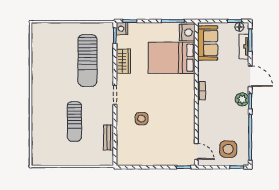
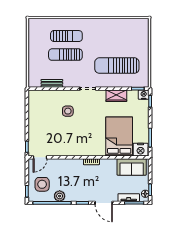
door: (250, 76) -> (104, 203), hinge flipped
plant: (242, 99) -> (60, 196), moved
sun lounger: (52, 120) -> (66, 36), added

